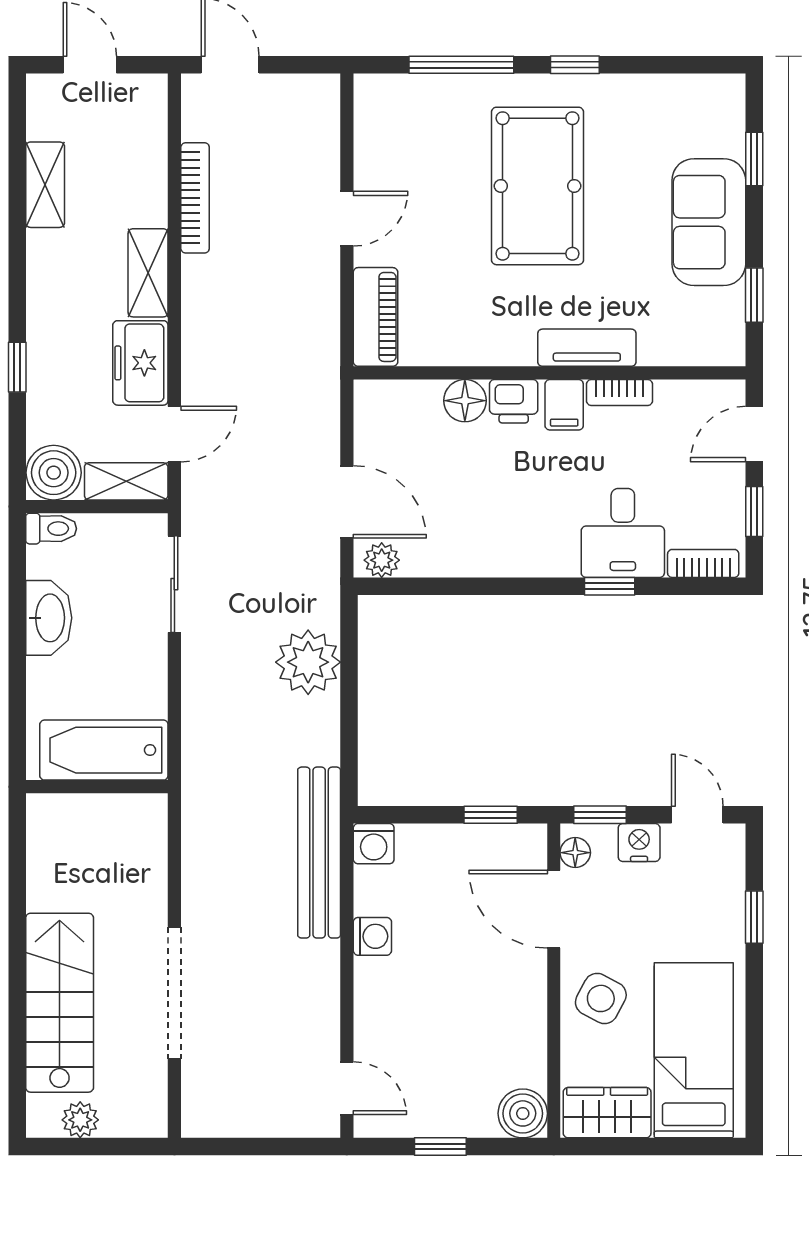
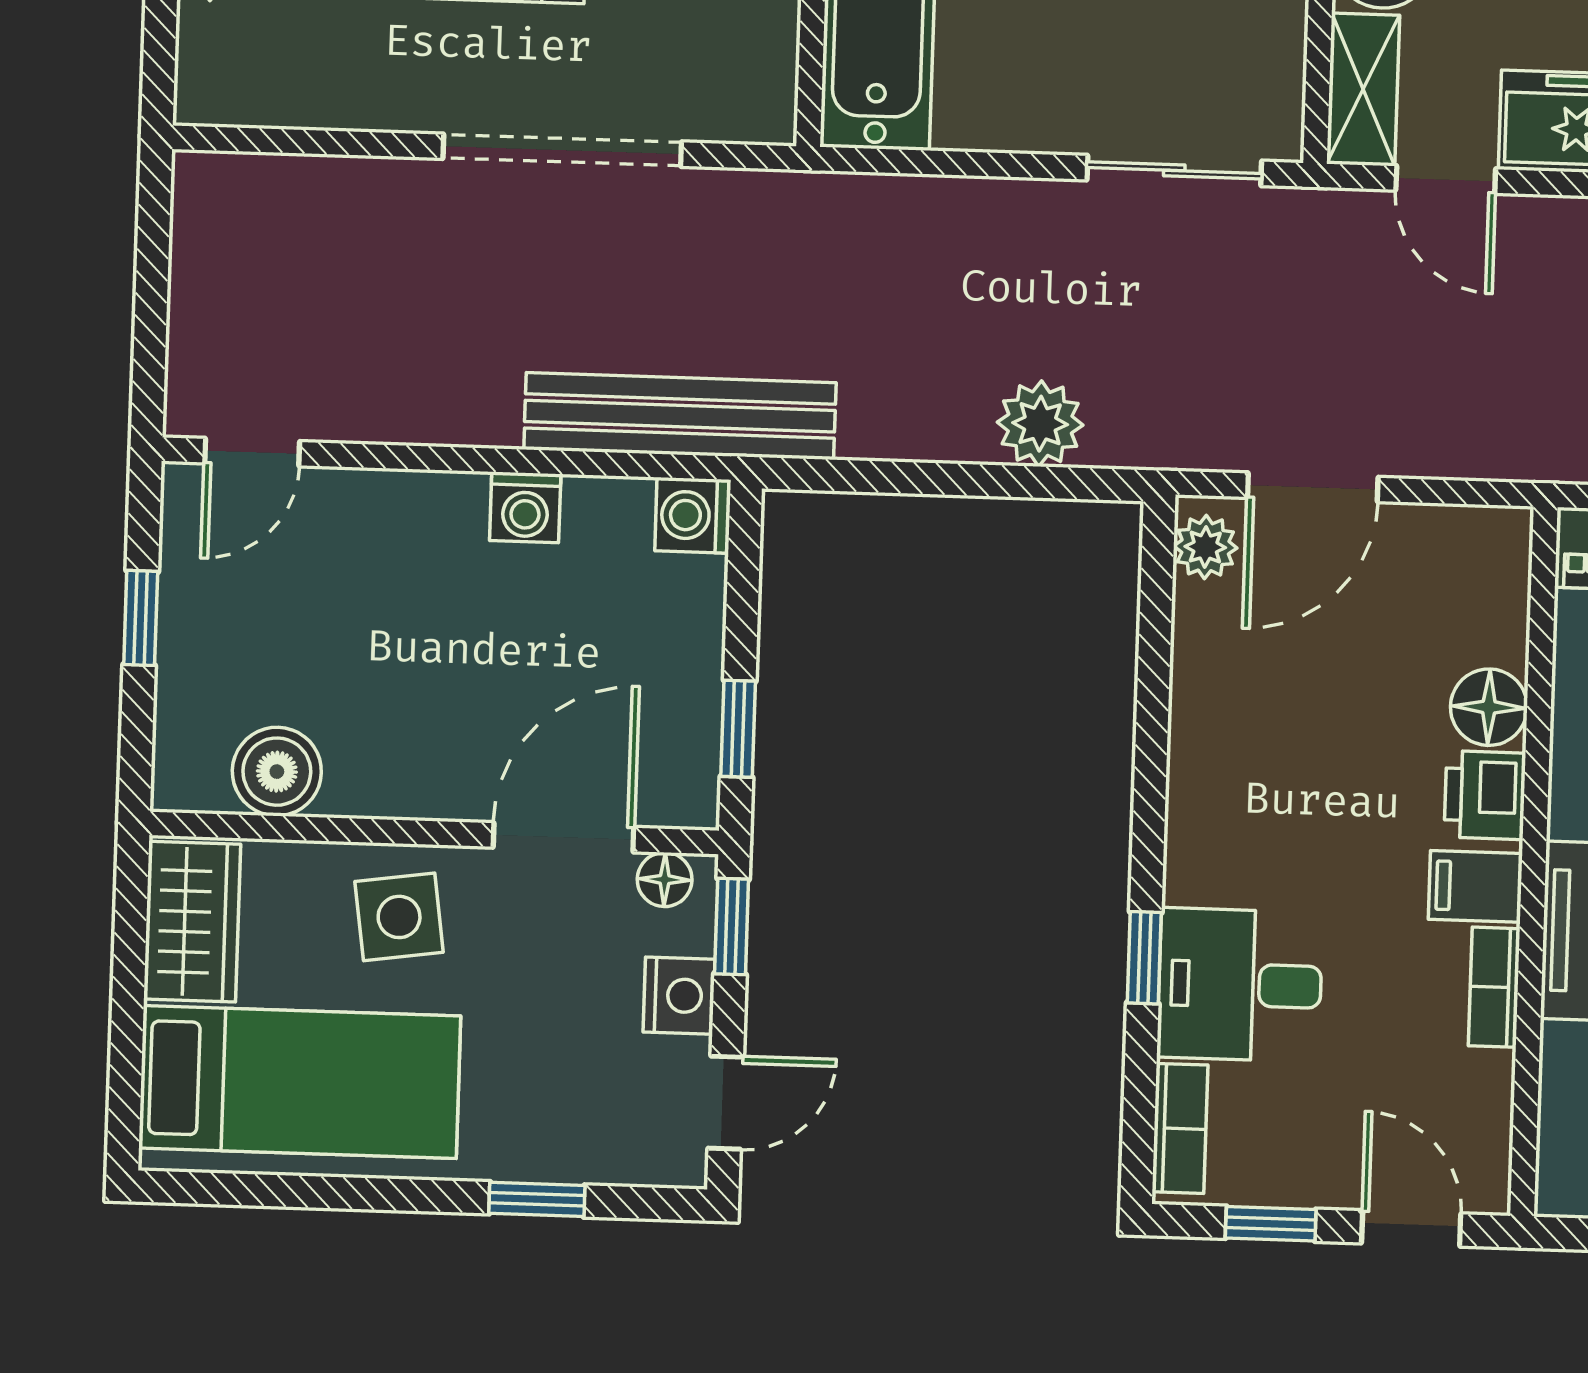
plant: (308, 662) -> (1040, 424), width x0.73, depth x0.73
doorway: (174, 993) -> (562, 150), moved
side table: (601, 998) -> (399, 917), turned -36
boiler: (523, 1113) -> (277, 772), moved

